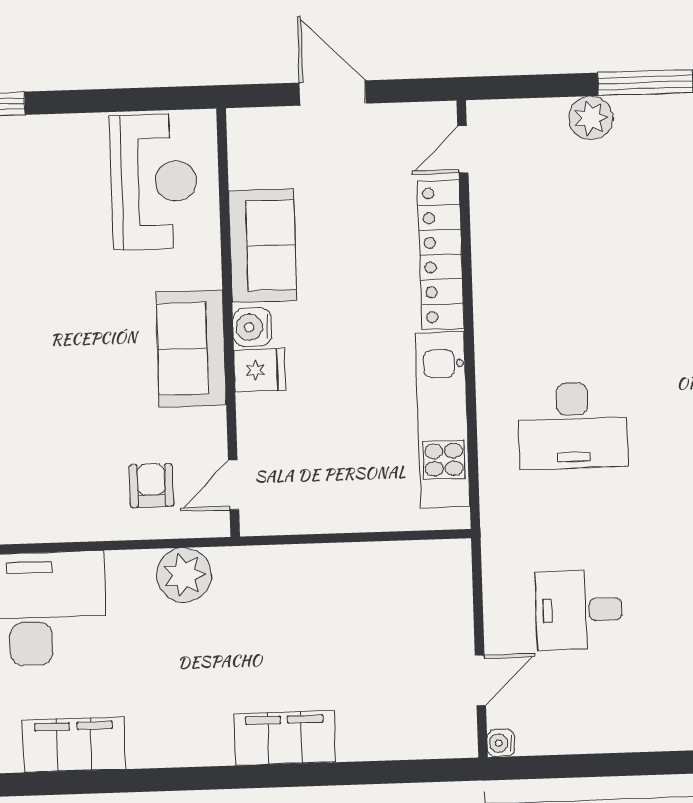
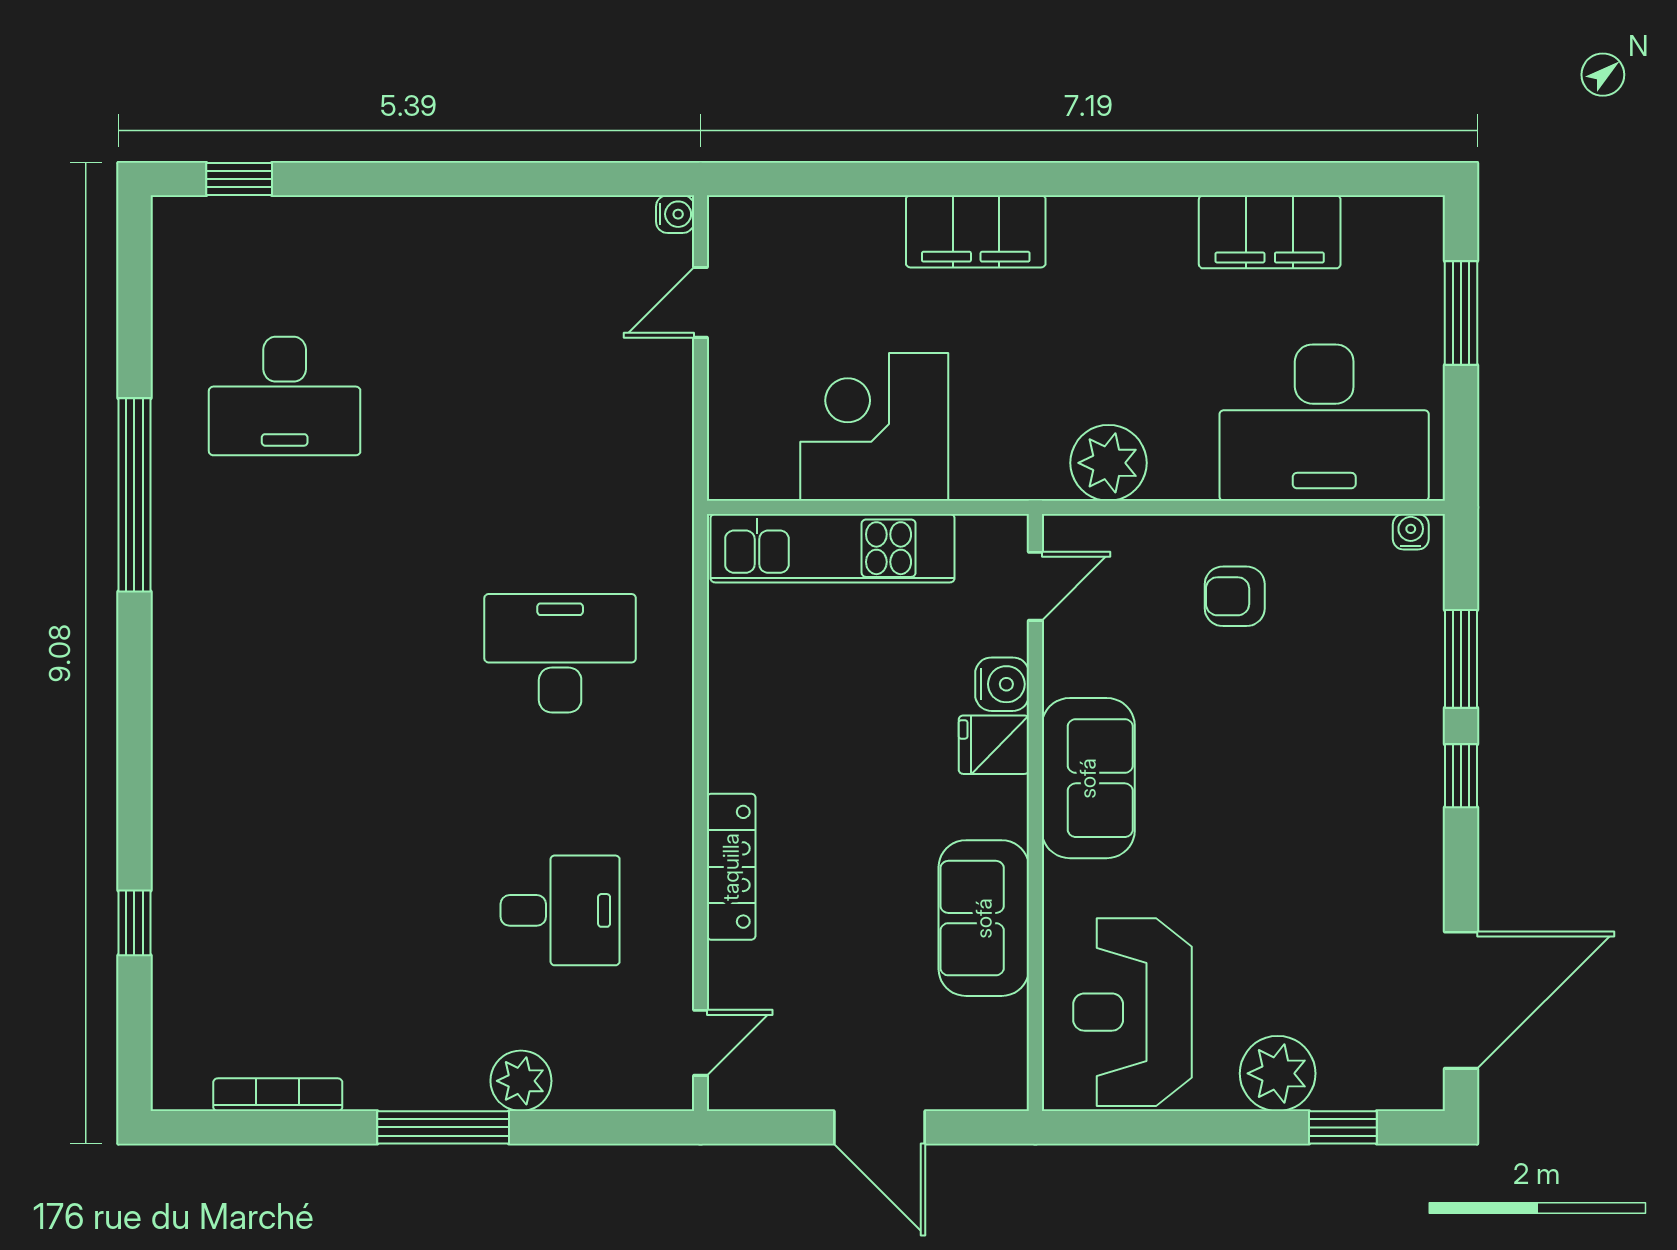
plant: (48, 141) -> (1278, 1073), added
locker: (441, 255) -> (731, 867), width x0.71, depth x0.83
water cooler: (252, 327) -> (1002, 684), moved
kitchen unit: (442, 420) -> (833, 548), moved, turned 90
armchair: (151, 486) -> (1235, 596), moved, turned 90
corner desk: (353, 595) -> (874, 427), added
desk: (579, 610) -> (560, 910), moved

